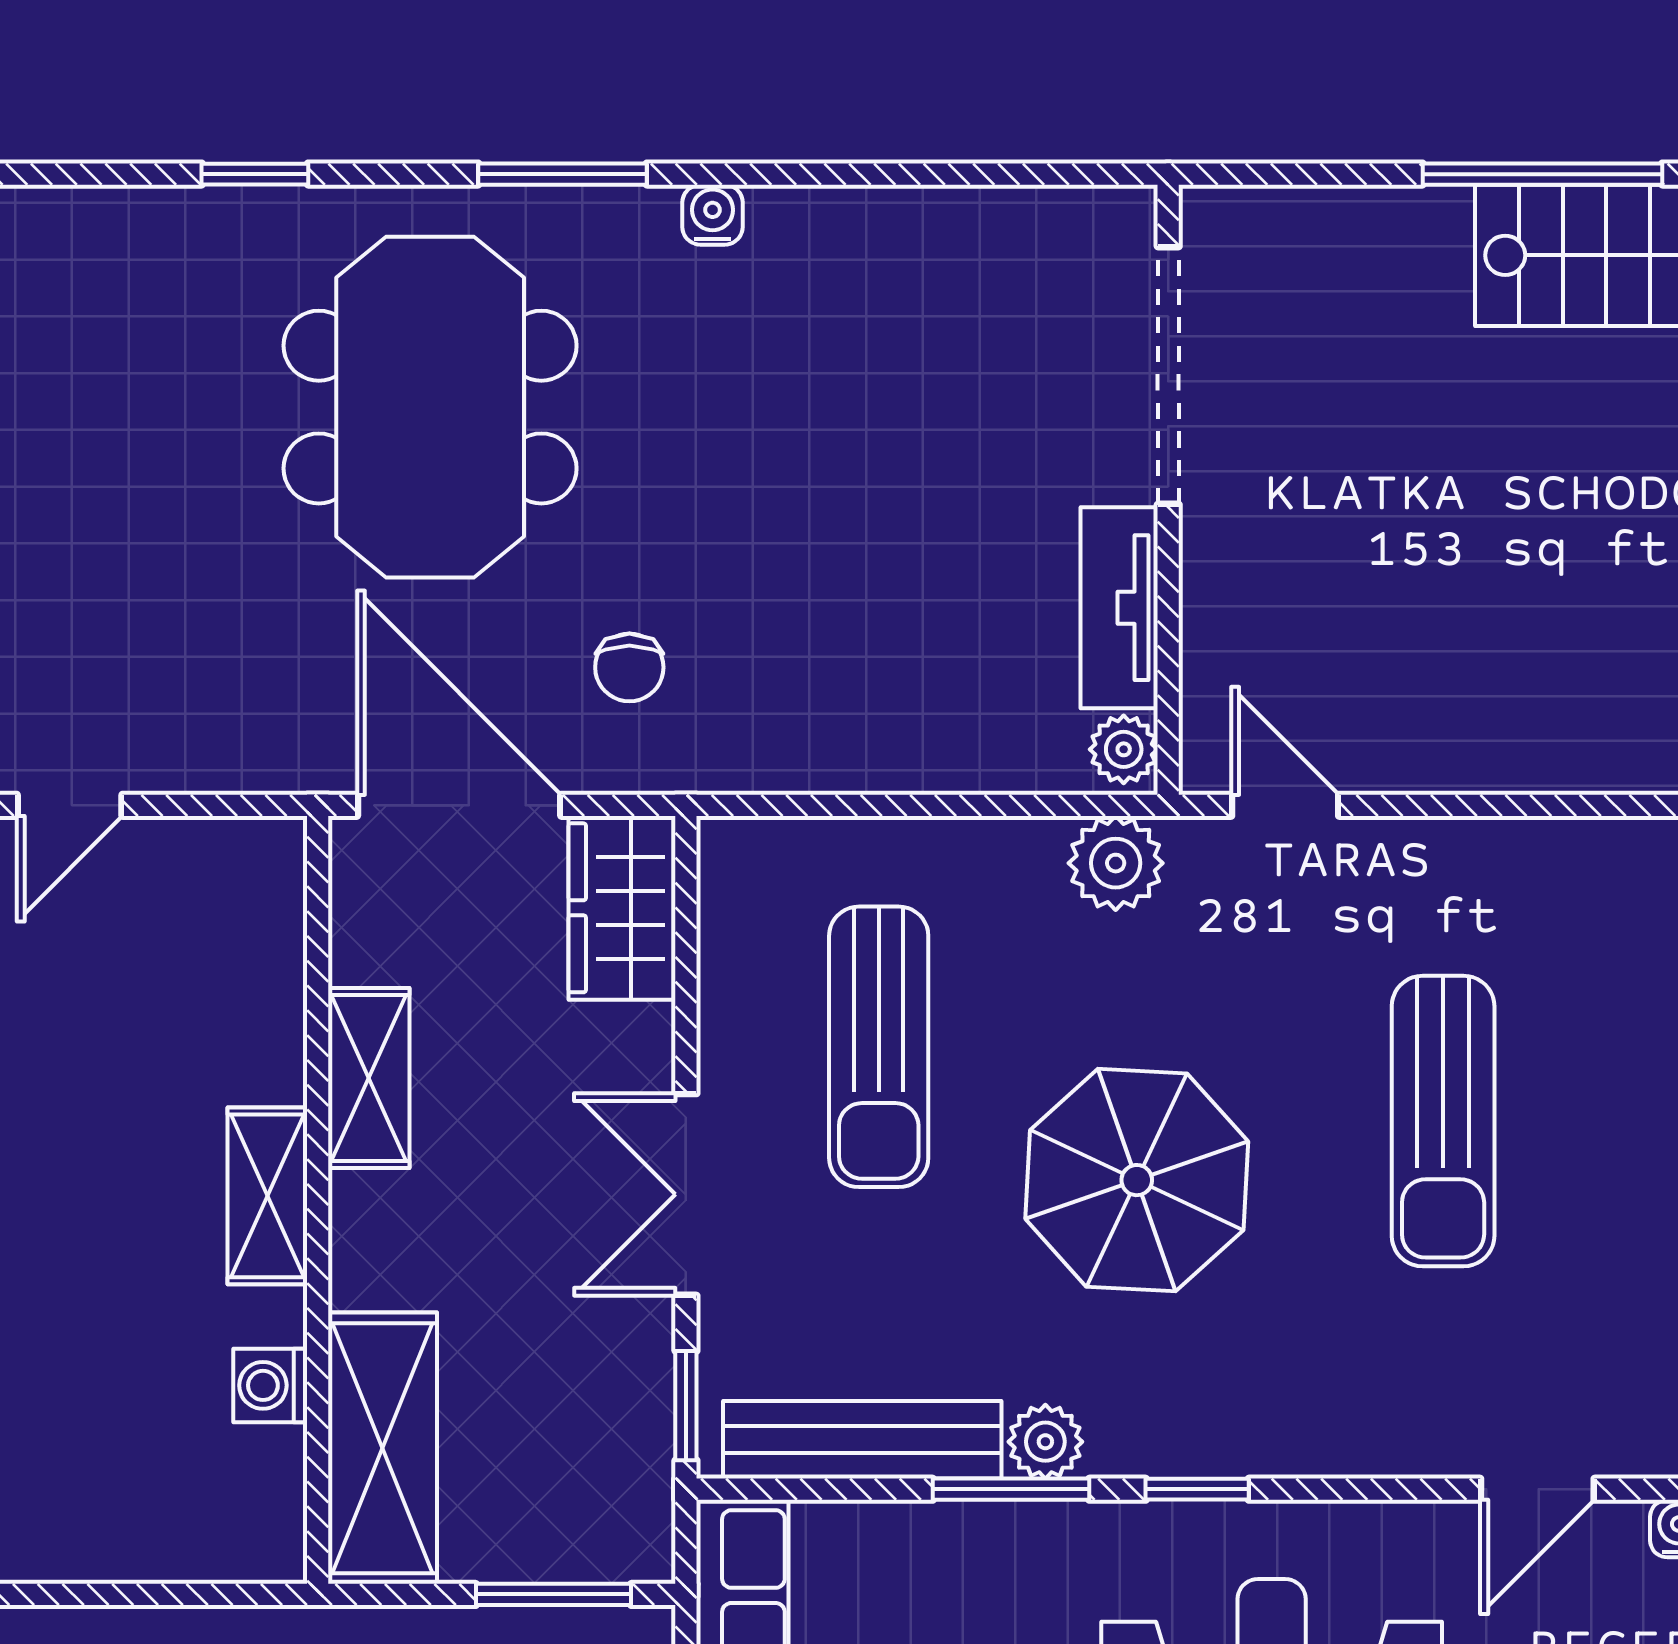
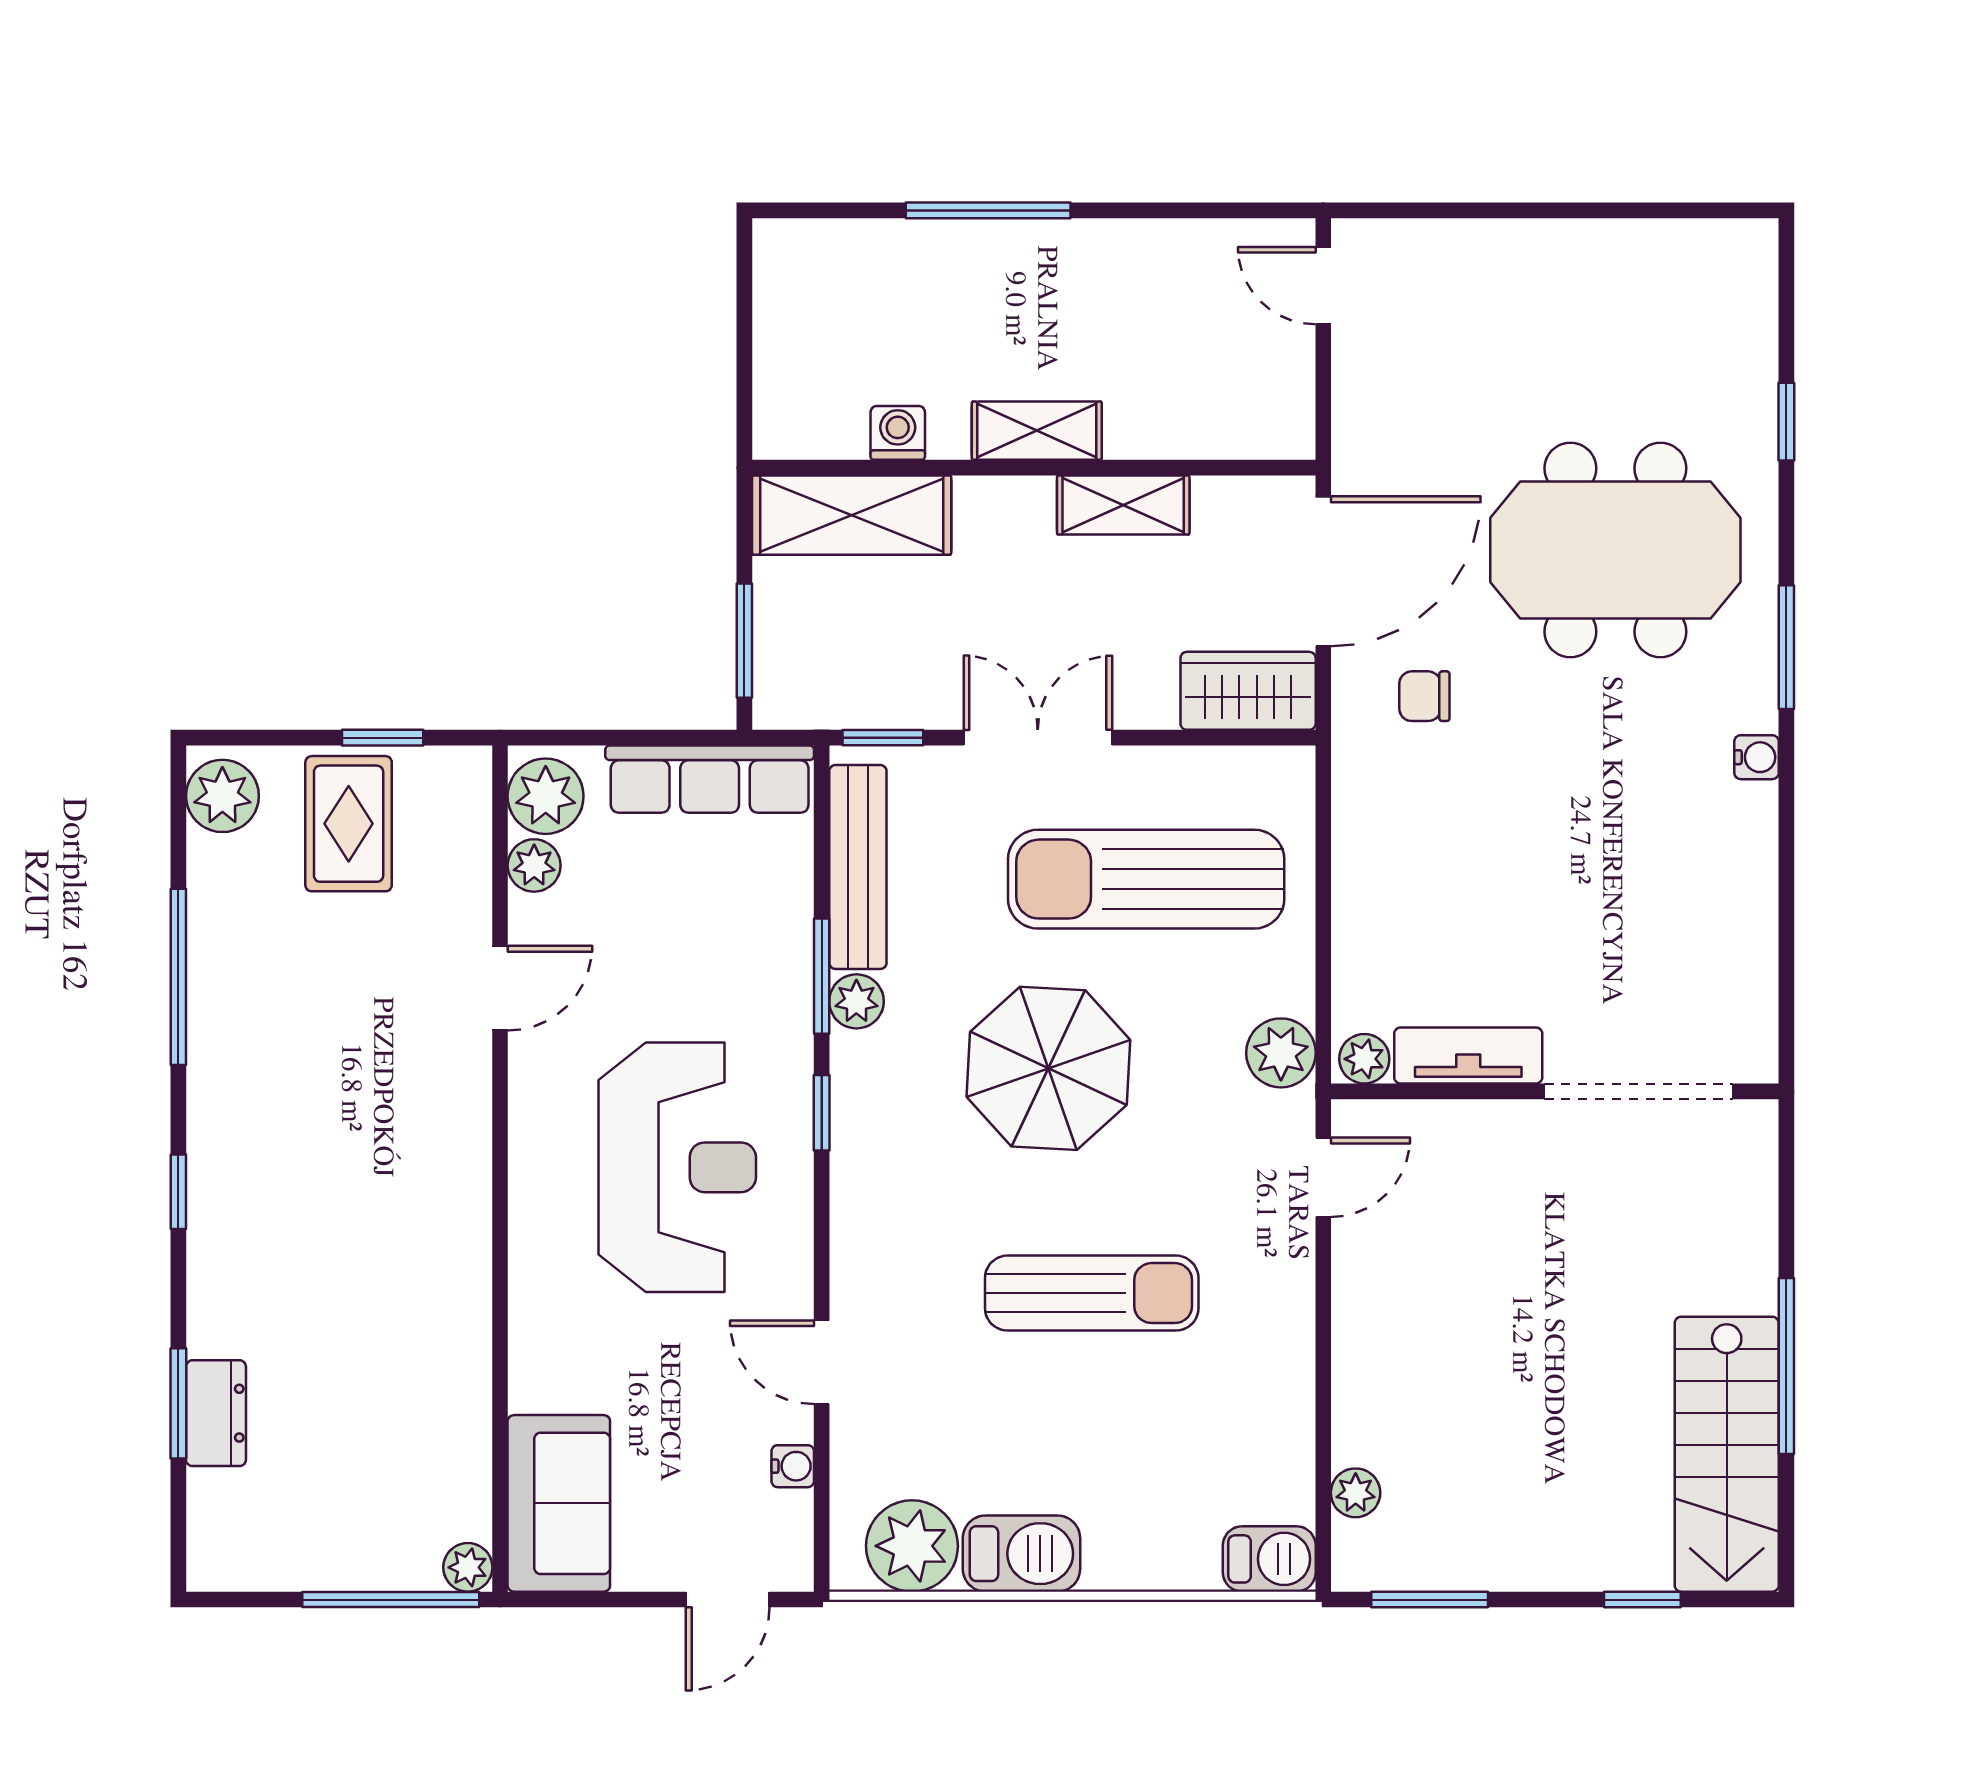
sun lounger: (879, 1047) -> (1146, 879), width x1.36, depth x1.34
sun lounger: (1443, 1121) -> (1092, 1293), turned 180

